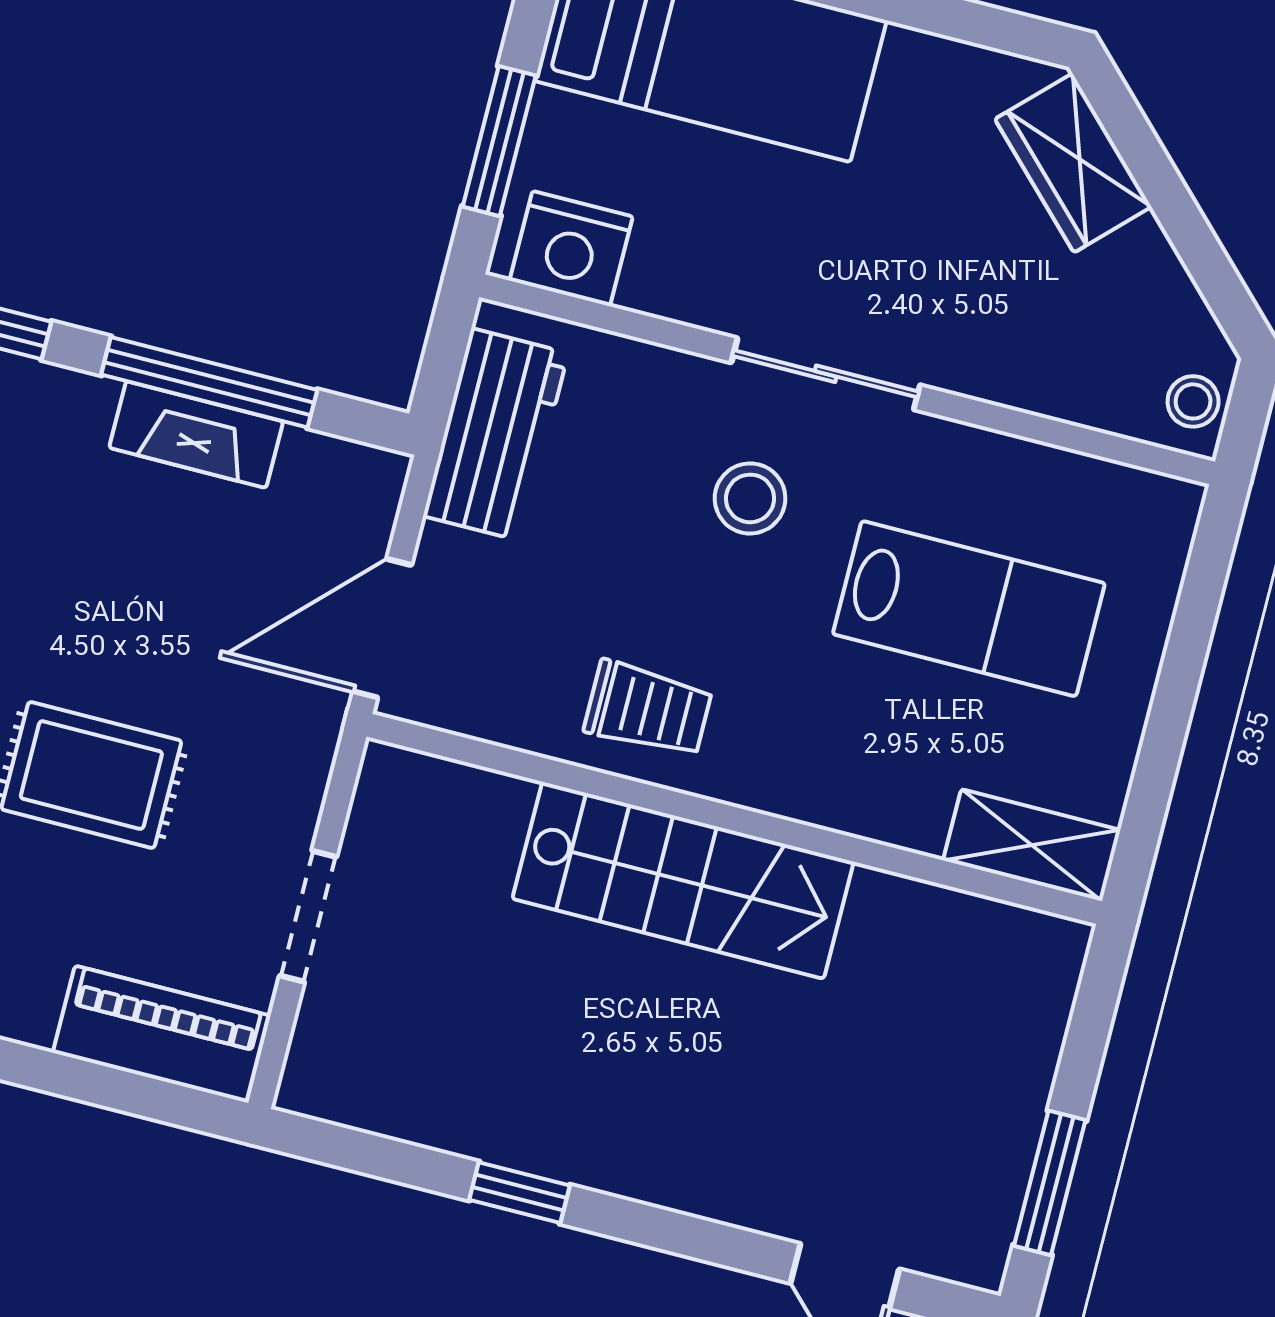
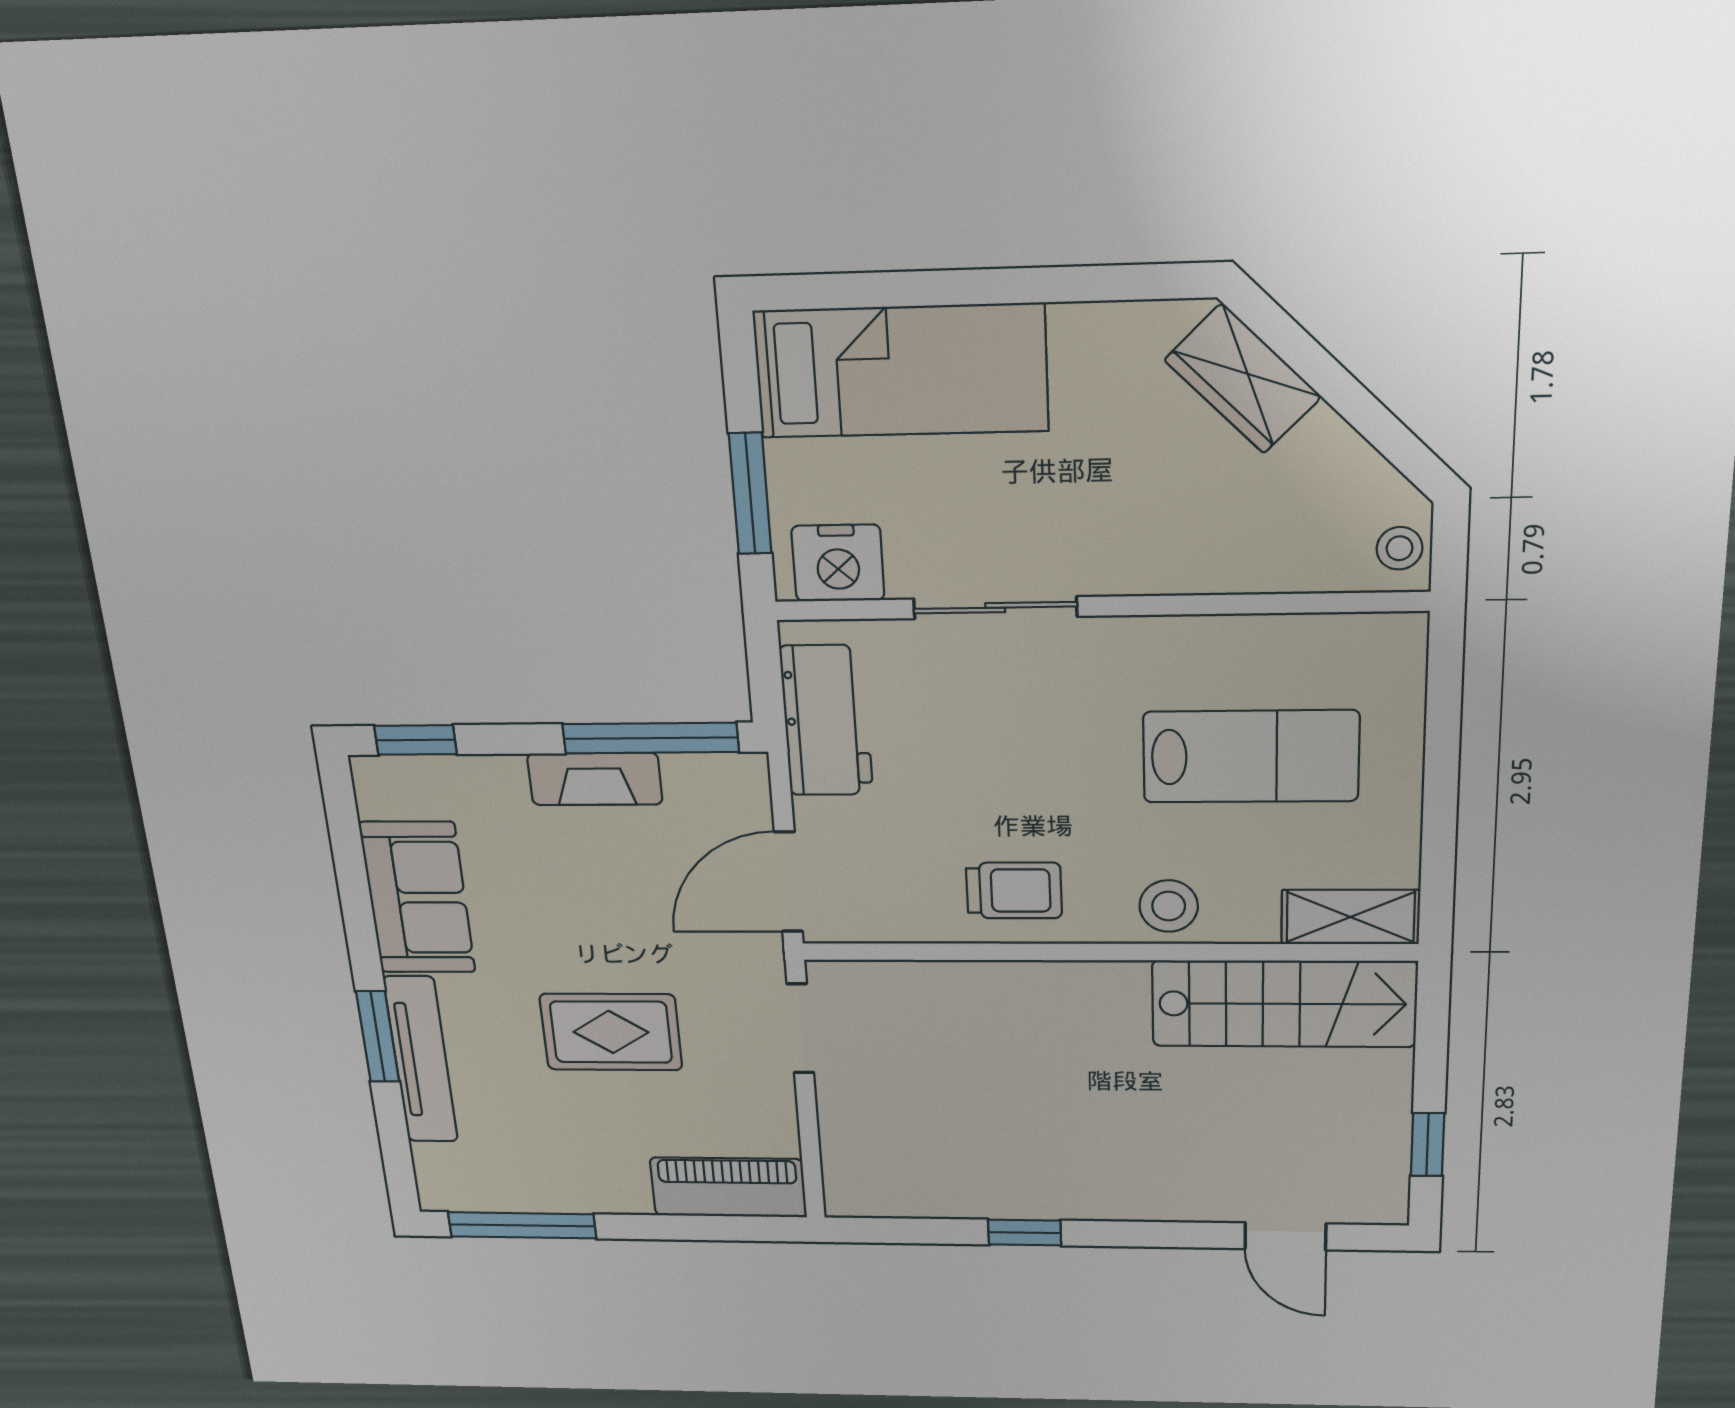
sliding door: (826, 374) -> (995, 608), moved
window: (209, 382) -> (651, 738), moved
stool: (750, 498) -> (1169, 906), moved
stairs: (683, 880) -> (1284, 1004), moved
doorway: (308, 916) -> (800, 1028), moved
window: (1050, 1183) -> (1428, 1145), width x0.67

